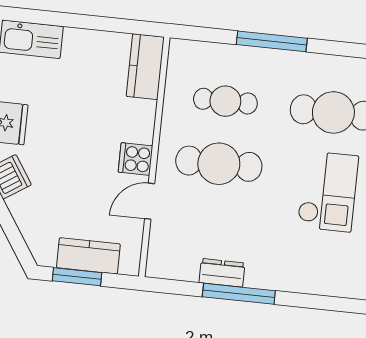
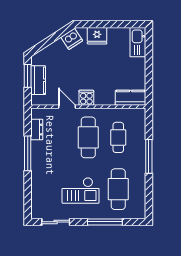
dresser: (222, 273) -> (37, 130), moved

